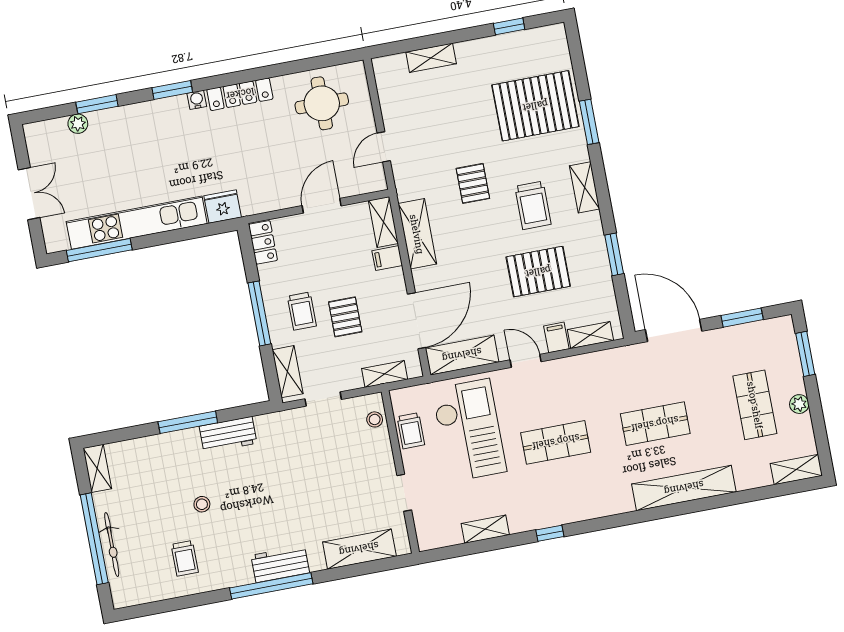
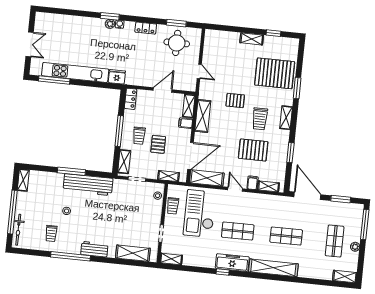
shelving: (431, 58) -> (252, 39), moved
locker: (240, 94) -> (146, 28), width x0.66
window: (97, 104) -> (176, 23), moved
plant: (78, 124) -> (110, 24), moved
door: (384, 147) -> (199, 71), swing flipped
pallet: (473, 183) -> (235, 100), turned 90
window: (805, 354) -> (365, 224), width x1.44
checkout: (469, 430) -> (200, 214), turned 180
workbench: (228, 435) -> (88, 185), width x1.88, depth x1.32
shelving: (684, 488) -> (273, 268), moved
freezer: (563, 509) -> (232, 263), added
shelving: (485, 529) -> (171, 259), moved
bicycle: (112, 545) -> (18, 230), moved
window: (271, 586) -> (71, 256), moved

